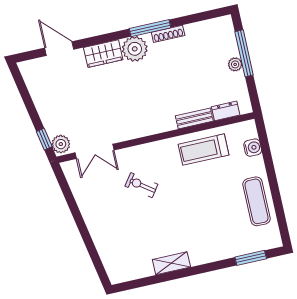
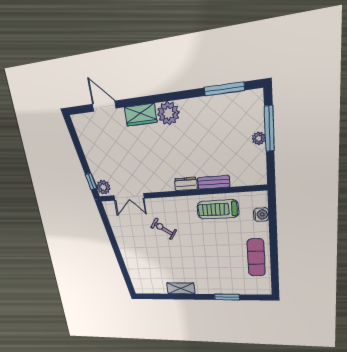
window: (150, 28) -> (224, 89), moved
shoe rack: (168, 34) -> (200, 102), removed
dresser: (226, 111) -> (186, 184), moved
window: (251, 258) -> (227, 297), moved

